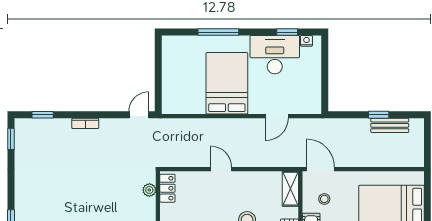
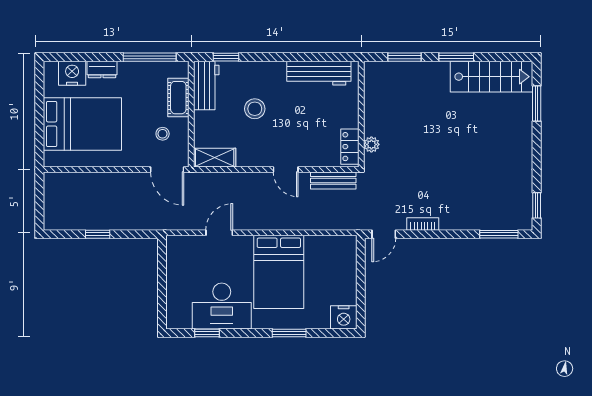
window: (218, 32) -> (289, 333), width x0.69
nightstand: (306, 41) -> (344, 317), moved, width x1.89, depth x1.79
window: (43, 115) -> (499, 234), width x1.50
bookcase: (85, 123) -> (423, 224), moved
bench: (390, 125) -> (333, 180), moved
shelving: (290, 189) -> (215, 158), moved, turned 90

